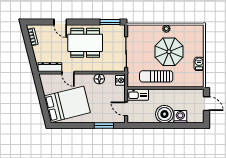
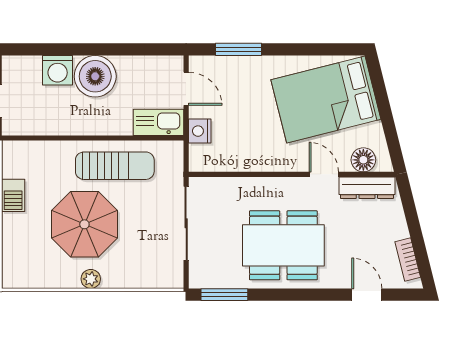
door: (60, 22) -> (367, 295), moved
floor lamp: (99, 79) -> (363, 160), moved
nightstand: (120, 80) -> (200, 131), moved

